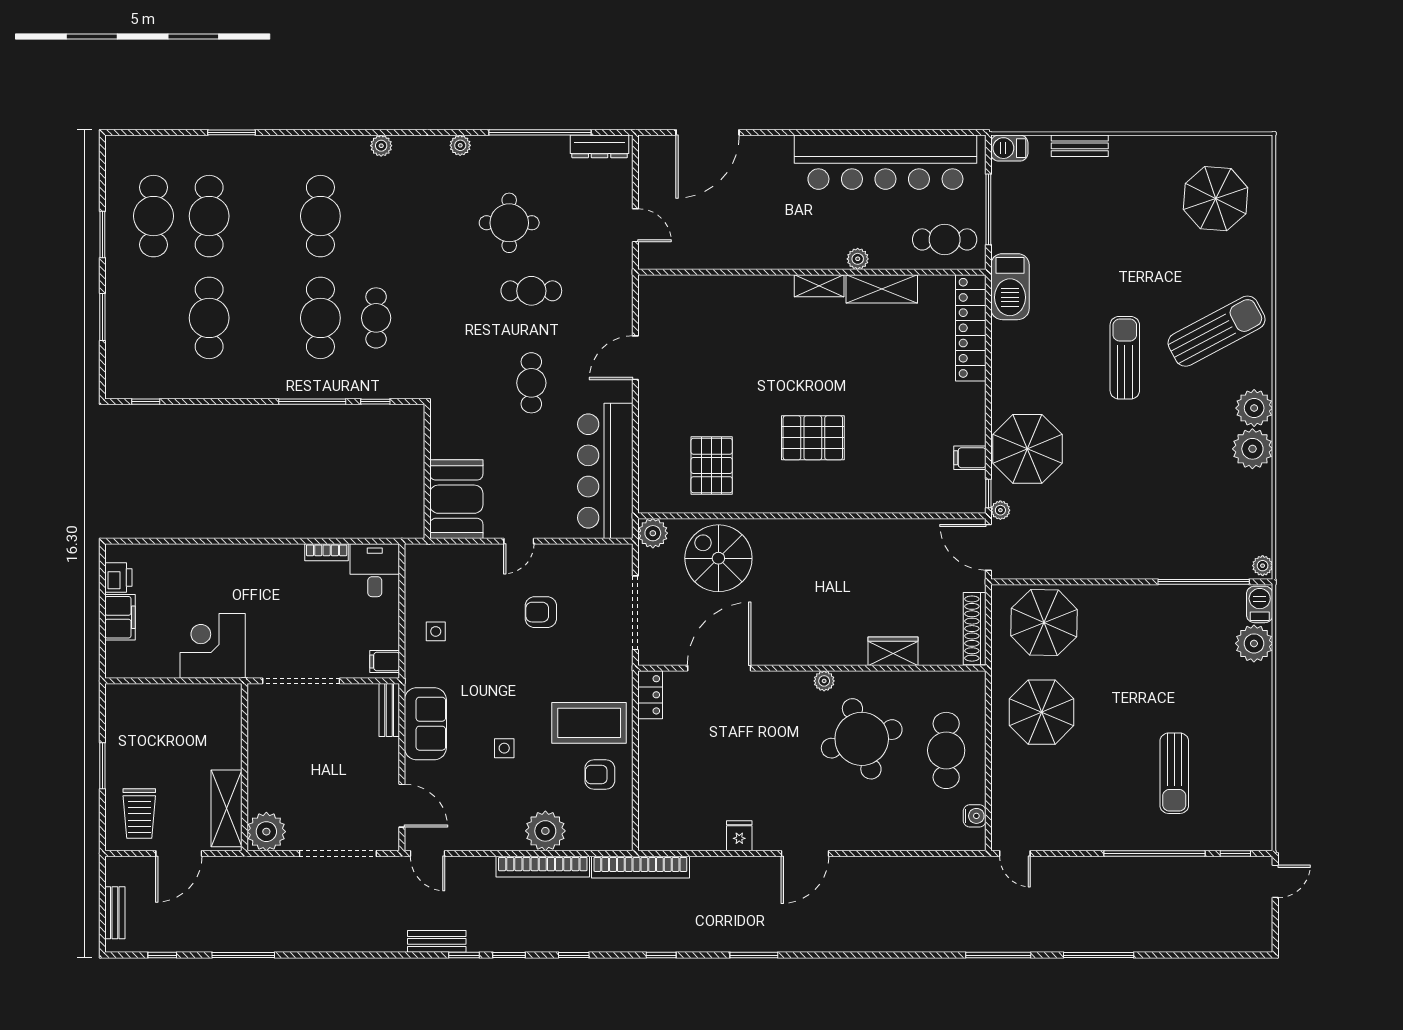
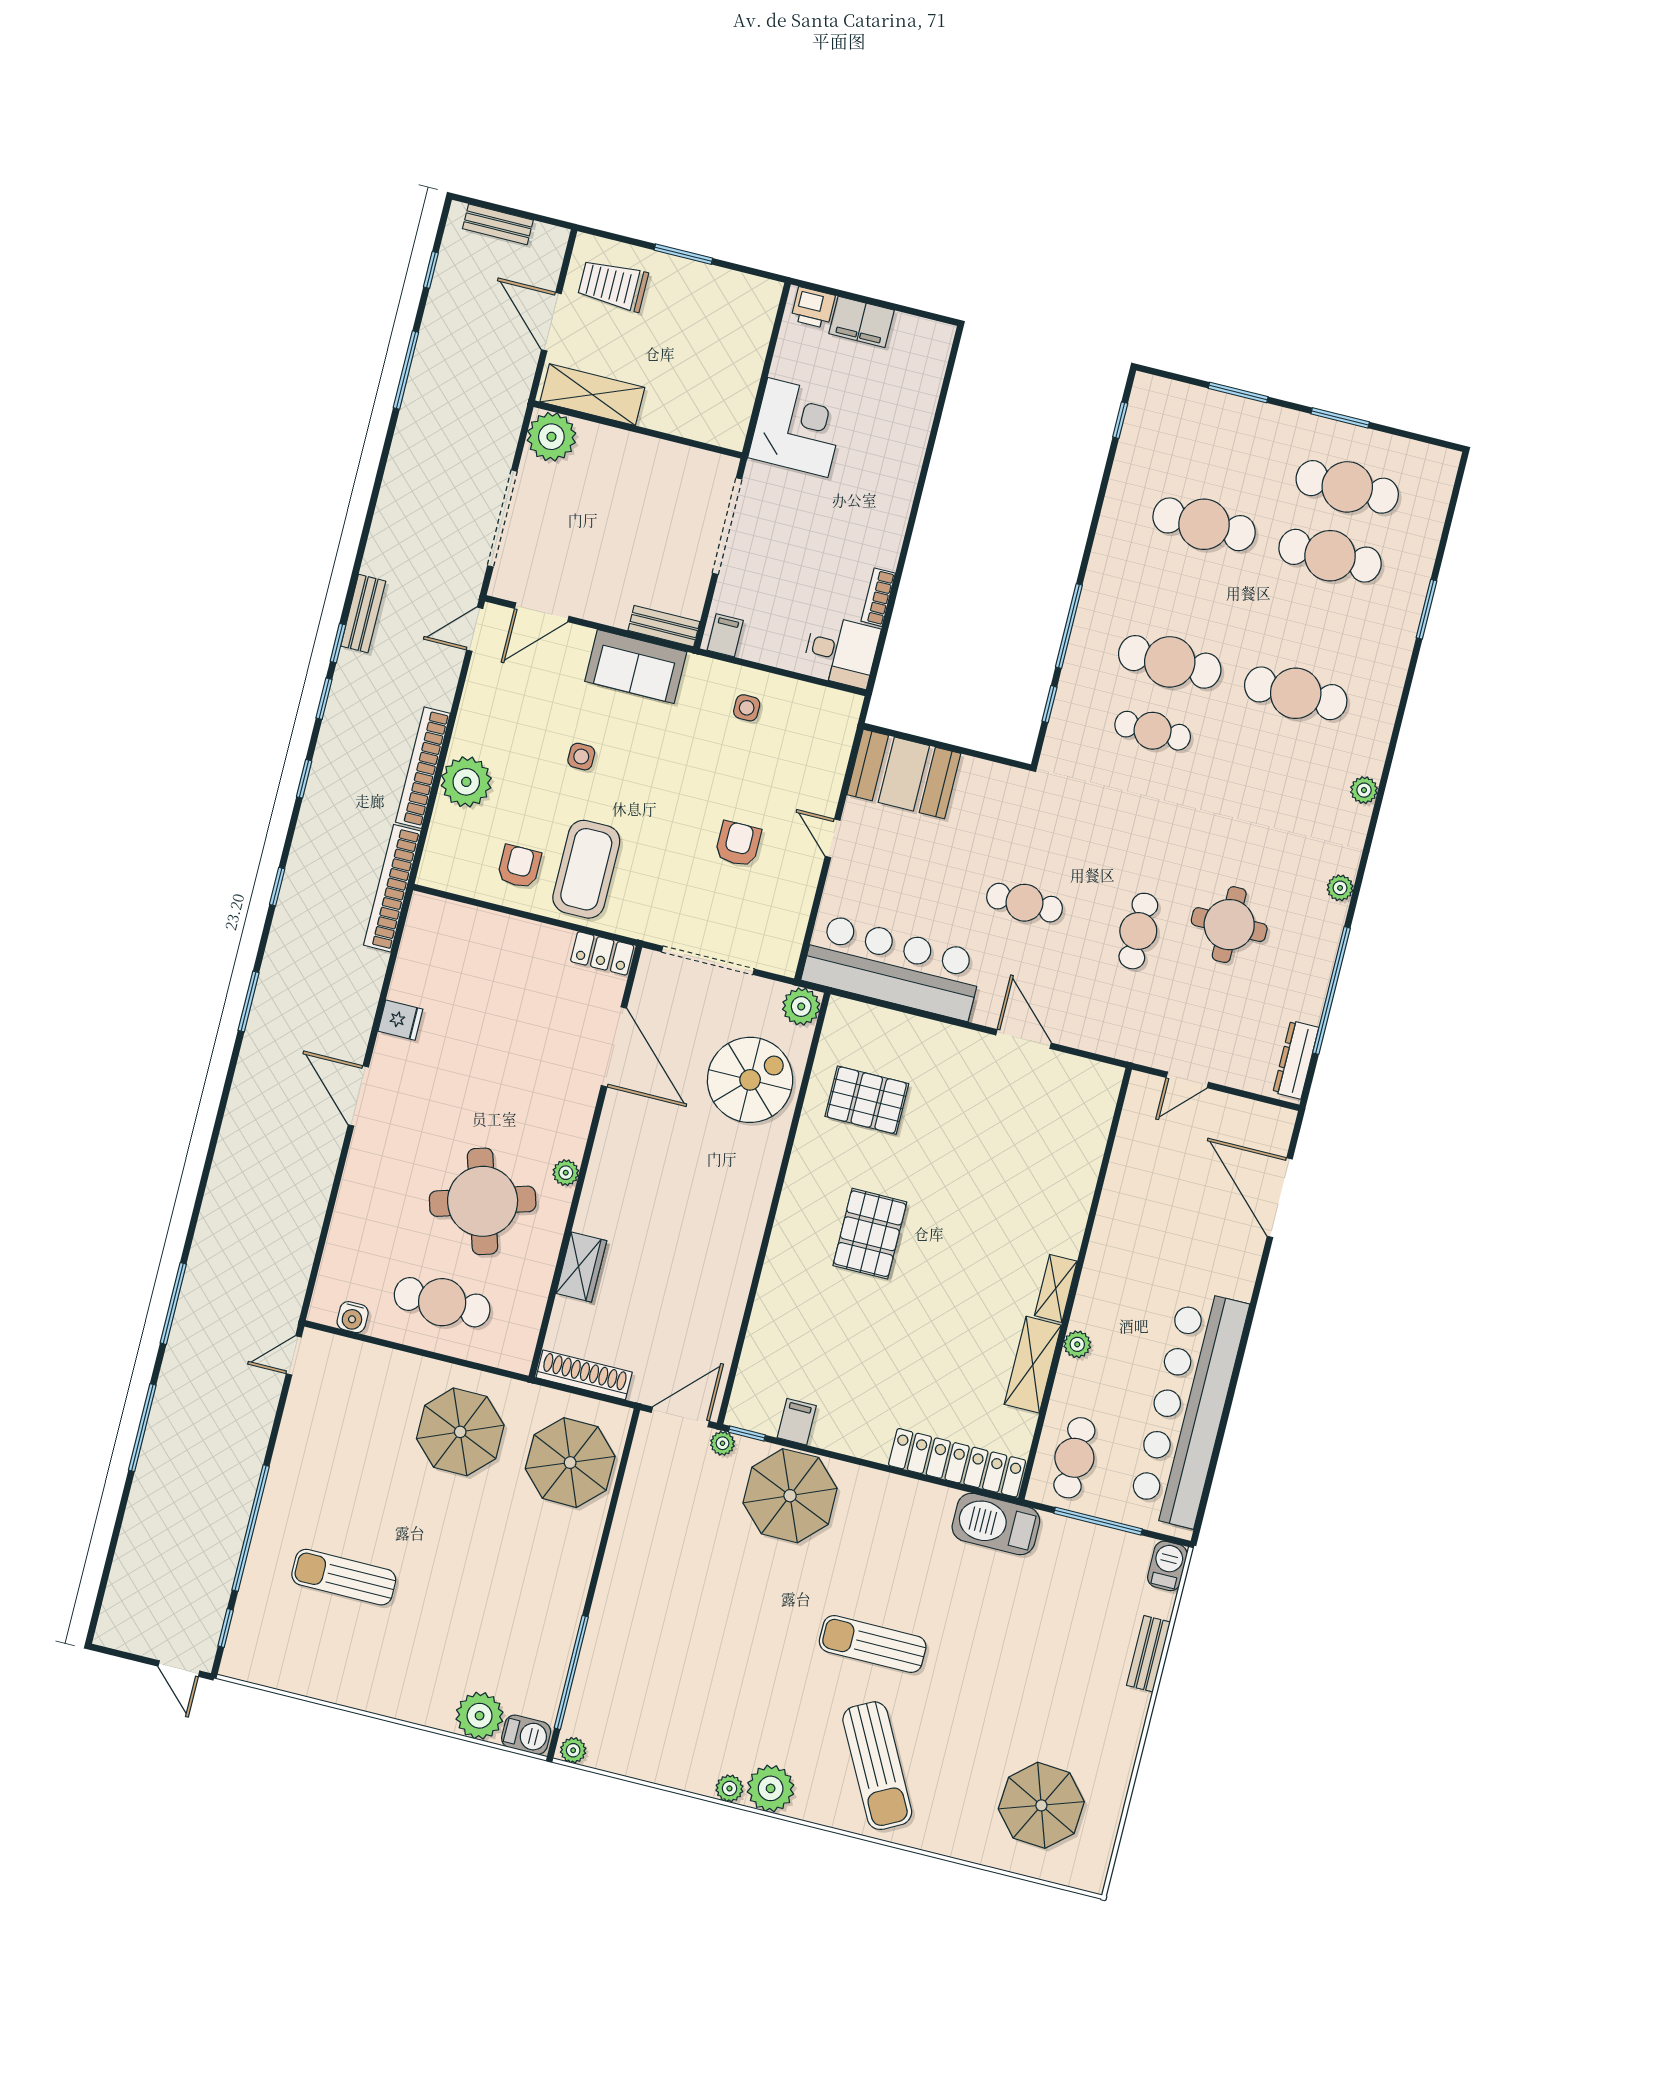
sun lounger: (1125, 358) -> (873, 1644), turned 180
plant: (1252, 449) -> (729, 1788), width x0.53, depth x0.53
printer: (118, 578) -> (813, 308), moved

